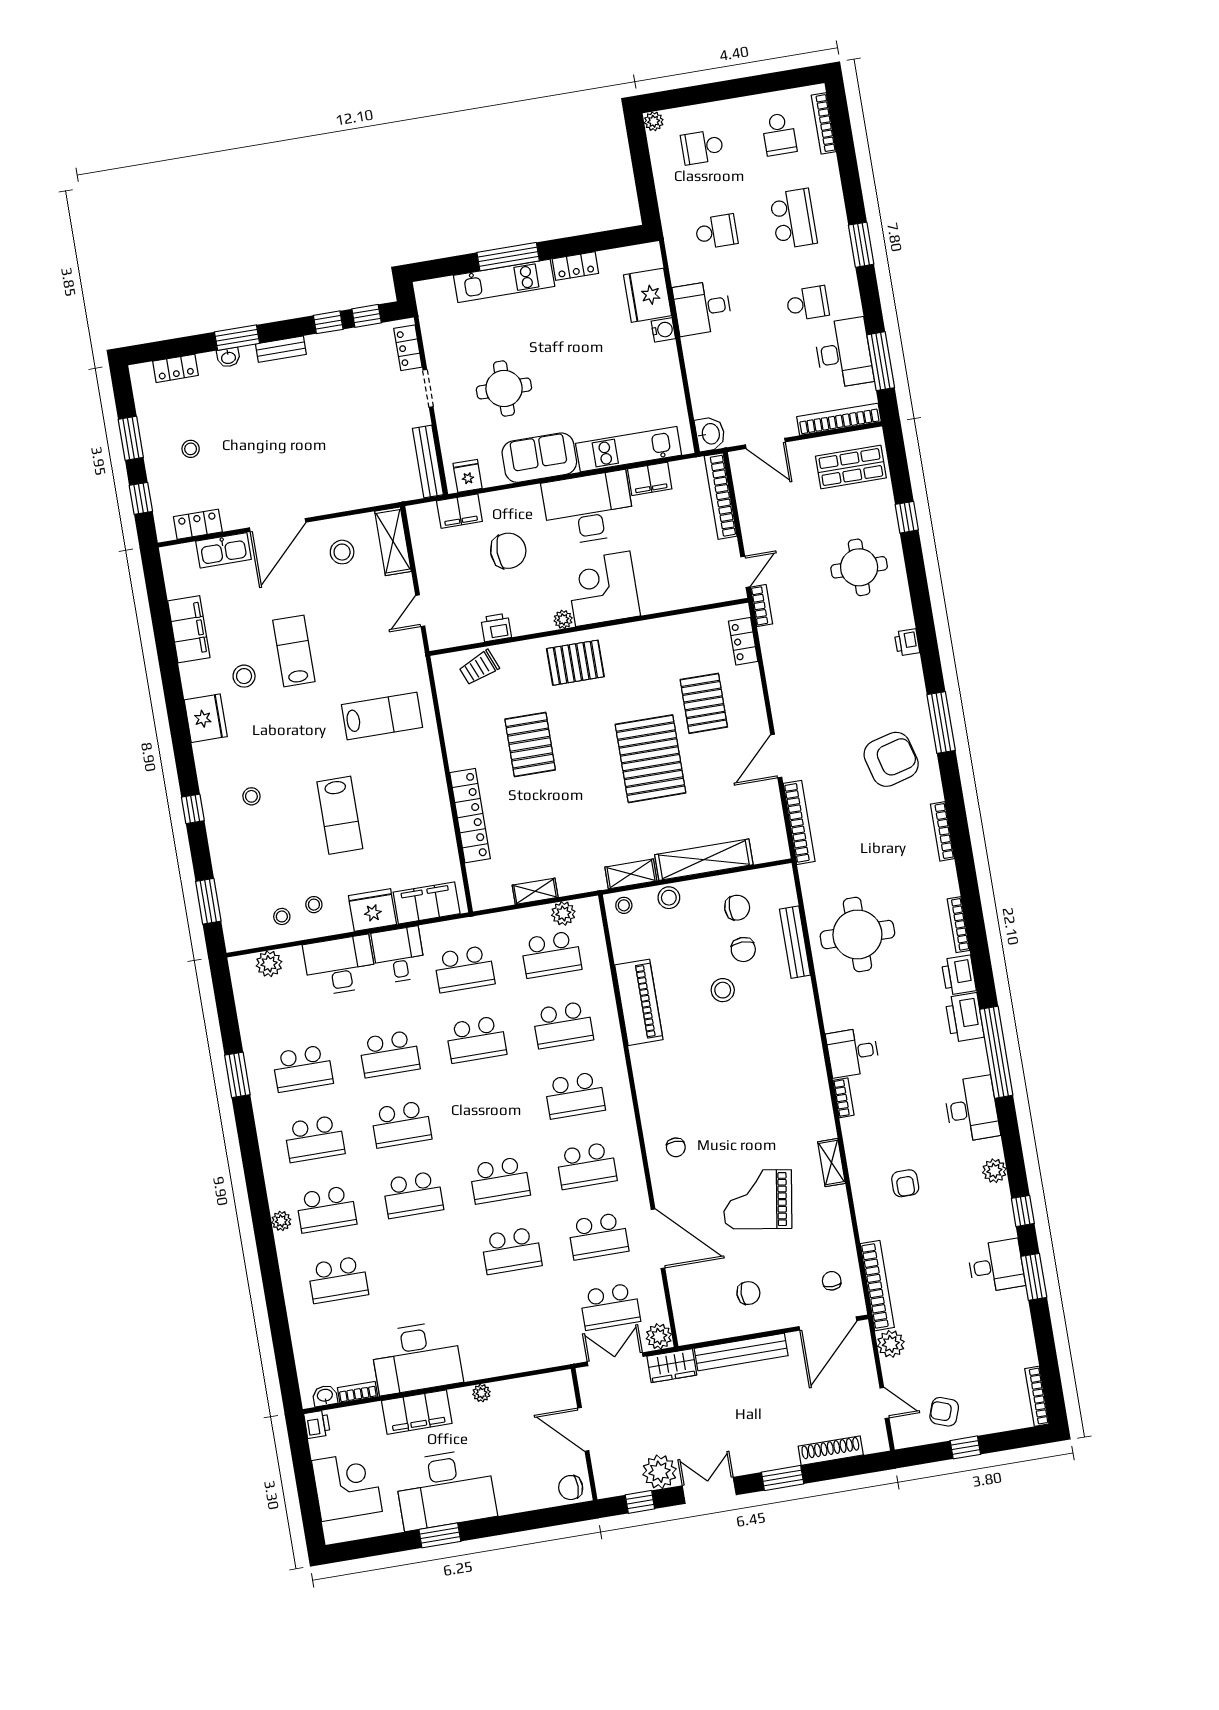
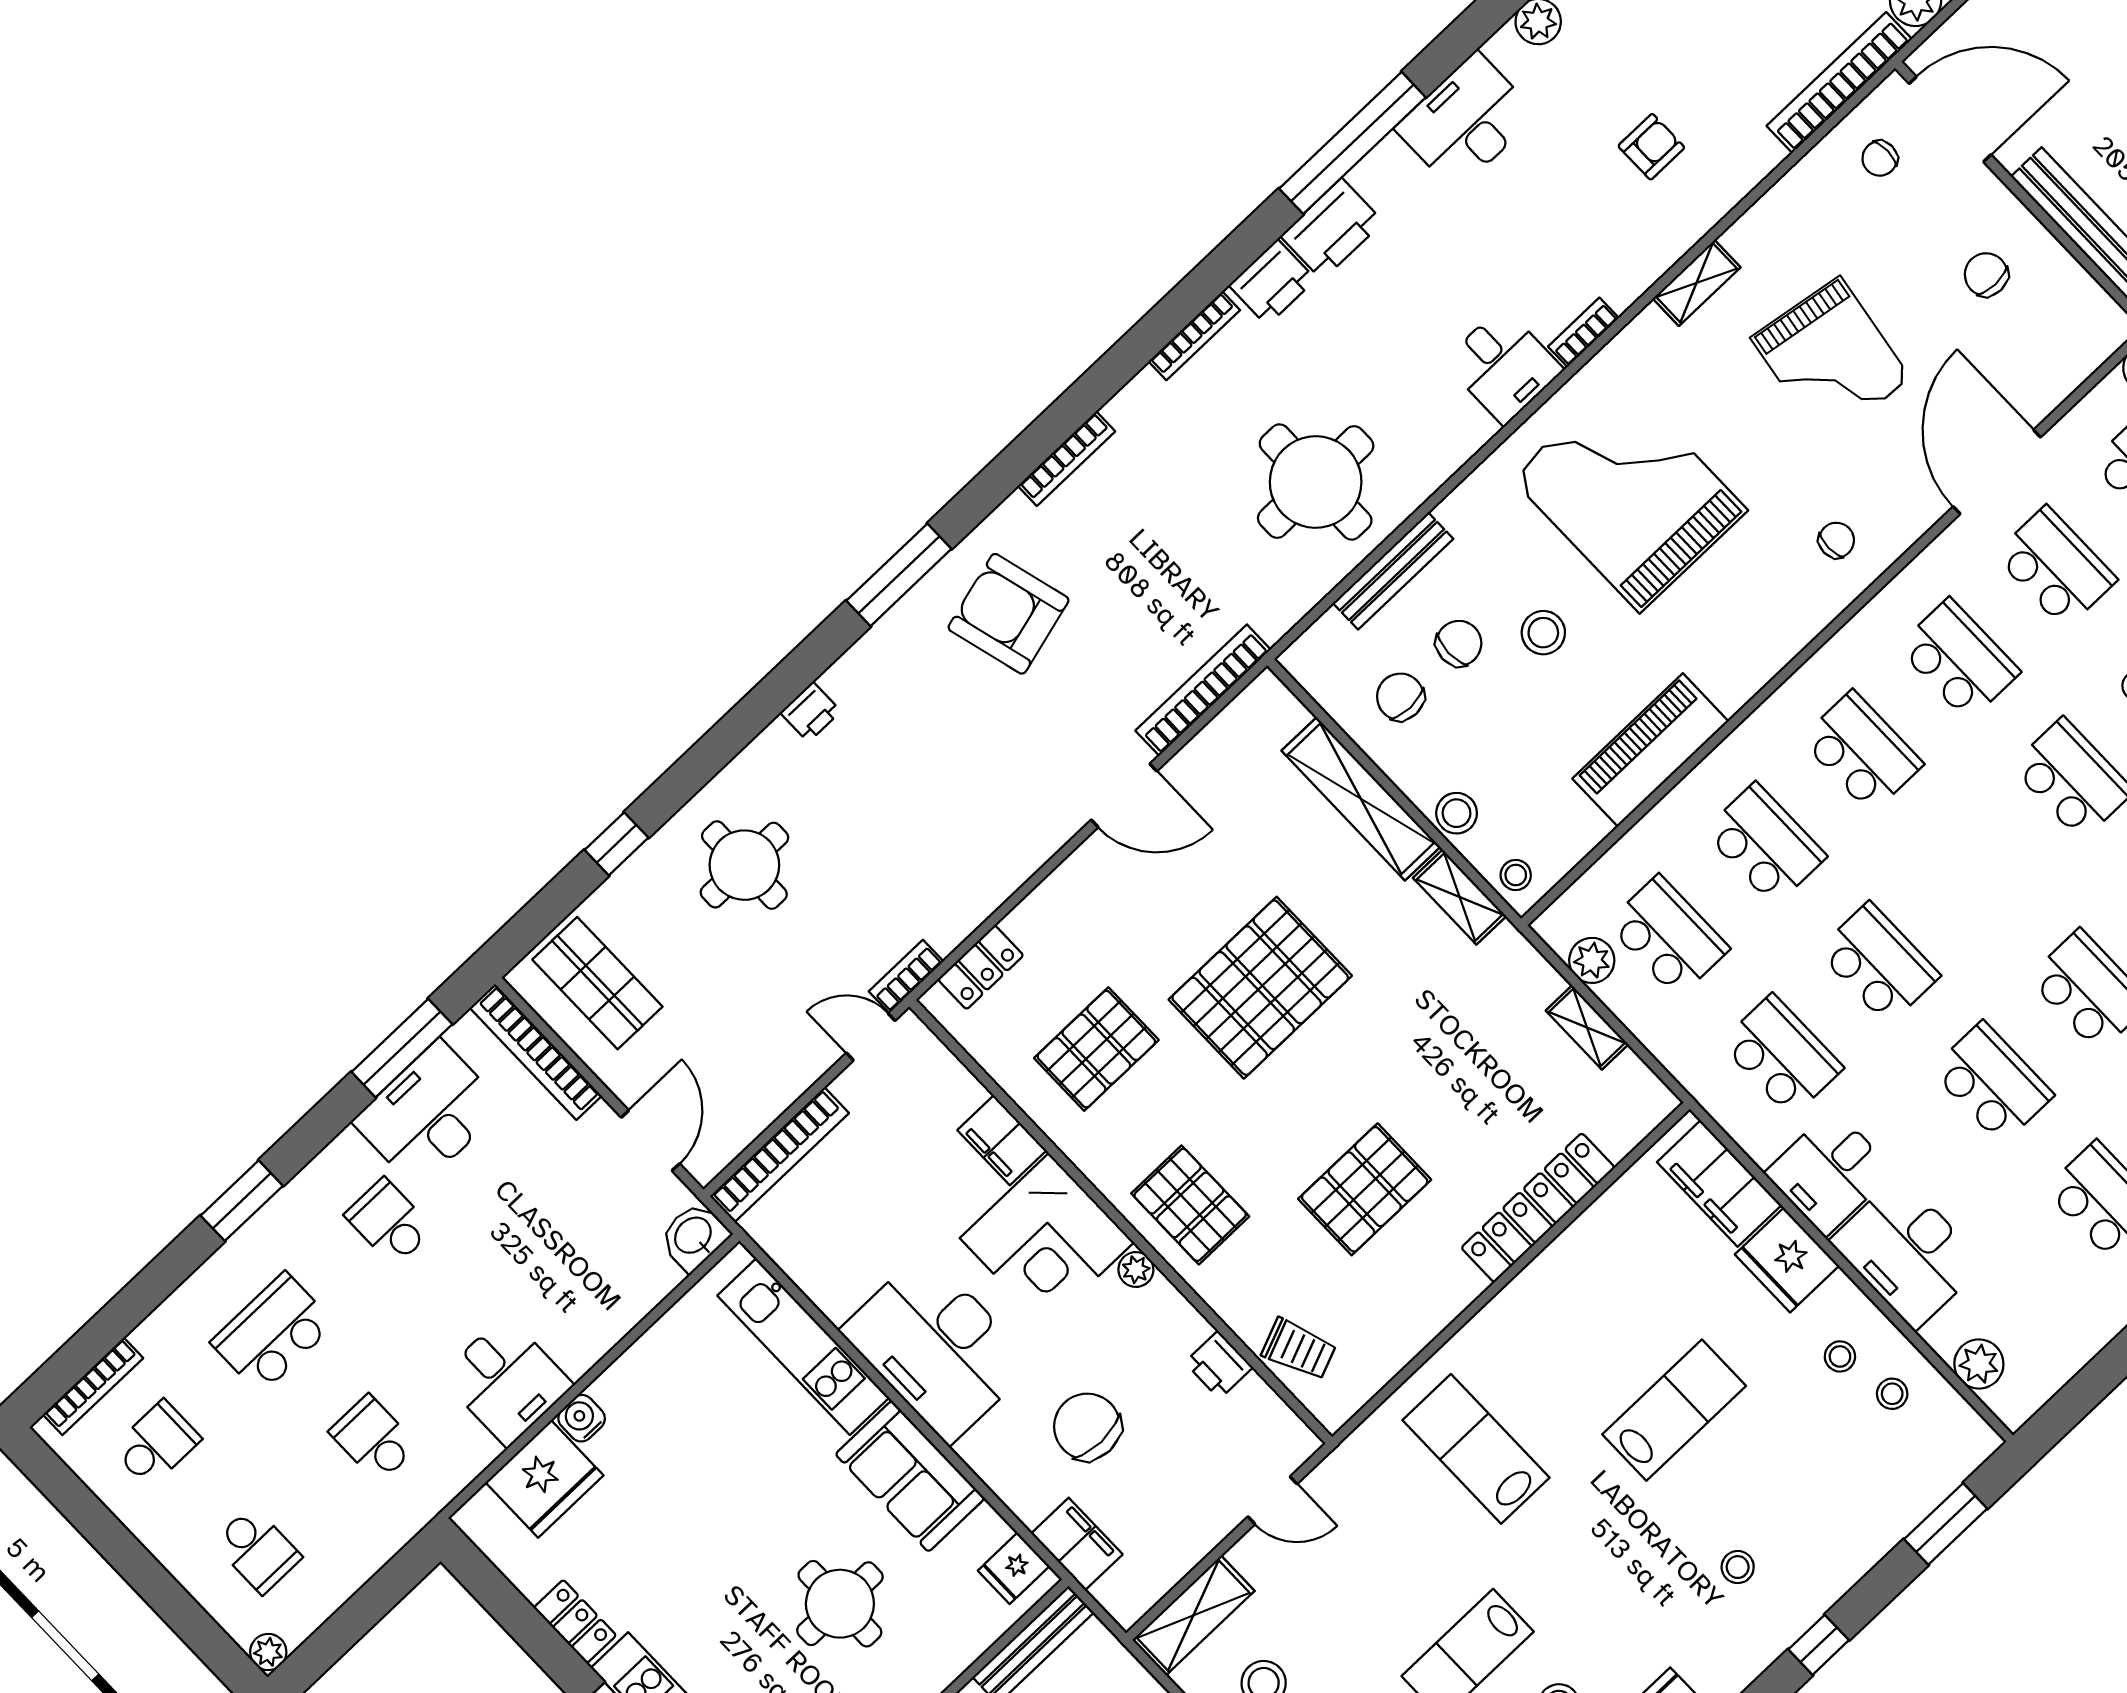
filing cabinet: (650, 479) -> (1002, 1140), moved, turned 180
pallet: (704, 703) -> (1096, 1049), moved
grand piano: (758, 1070) -> (1629, 494), added

